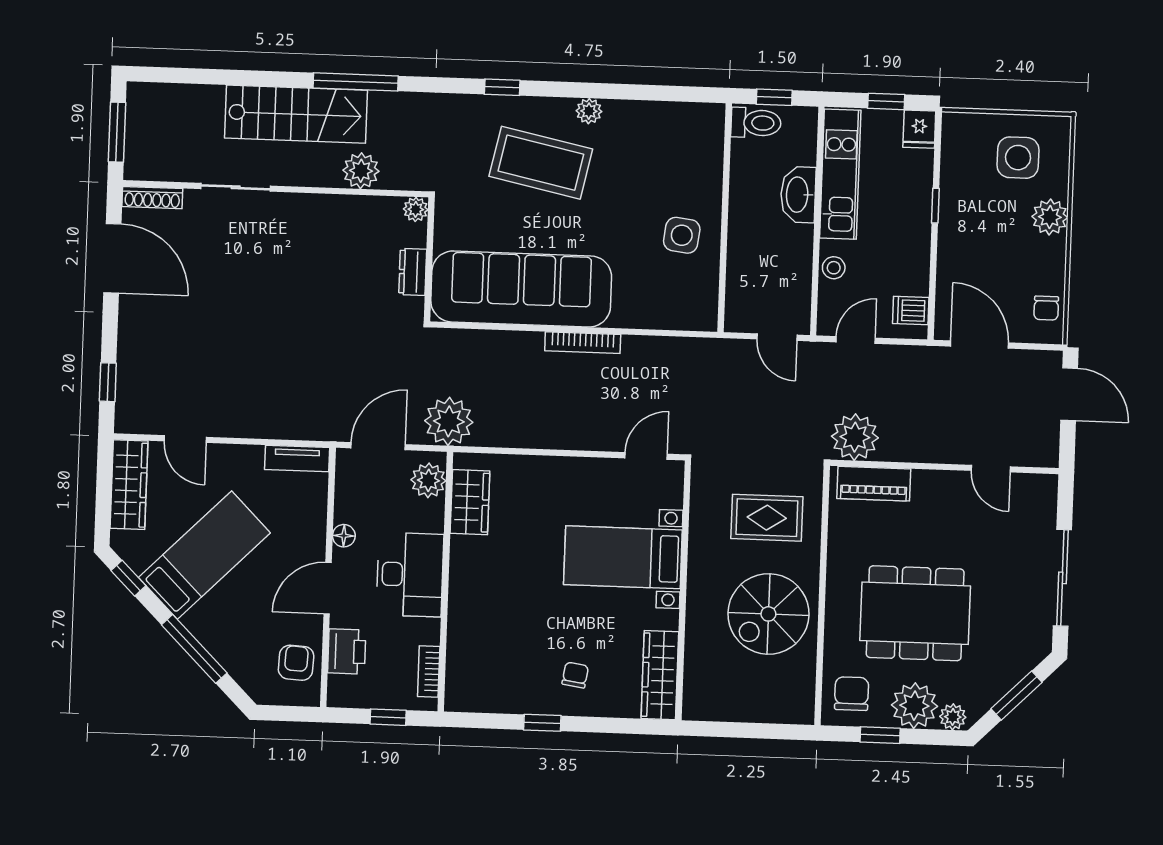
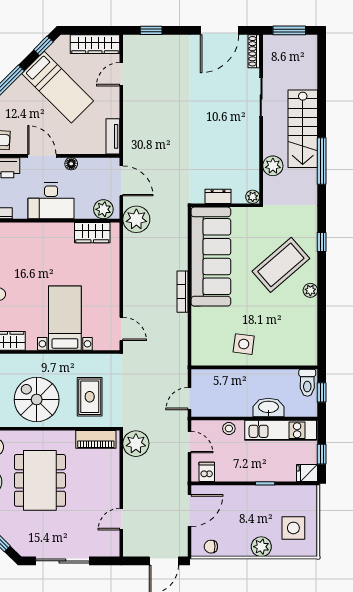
coffee table: (541, 163) -> (281, 265), turned 37
piano: (874, 484) -> (96, 439), moved, turned -90

